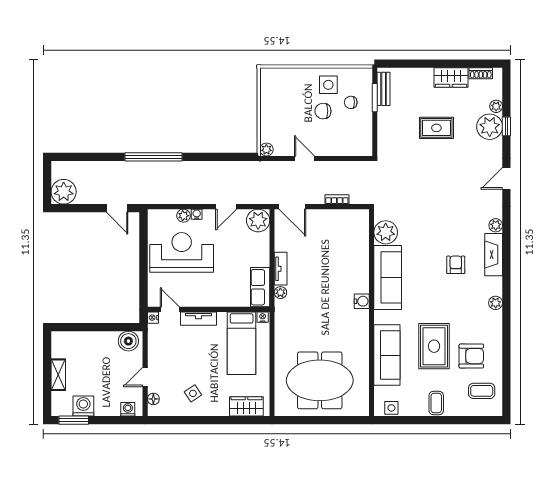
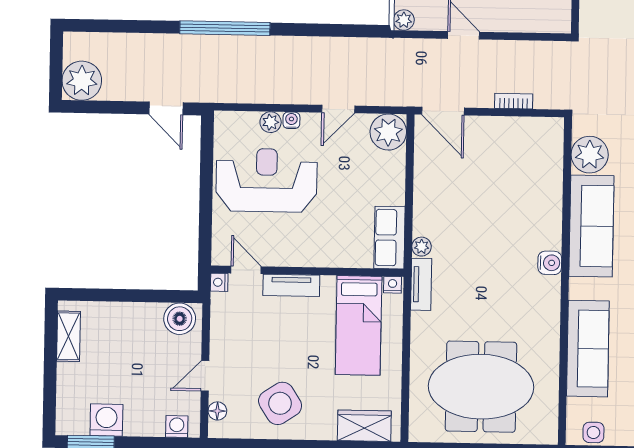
tv unit: (281, 269) -> (421, 284), moved
shelving: (58, 375) -> (68, 336), moved
side table: (193, 393) -> (280, 403), width x1.87, depth x1.87

